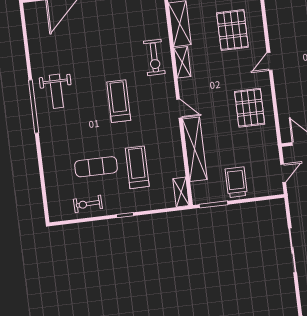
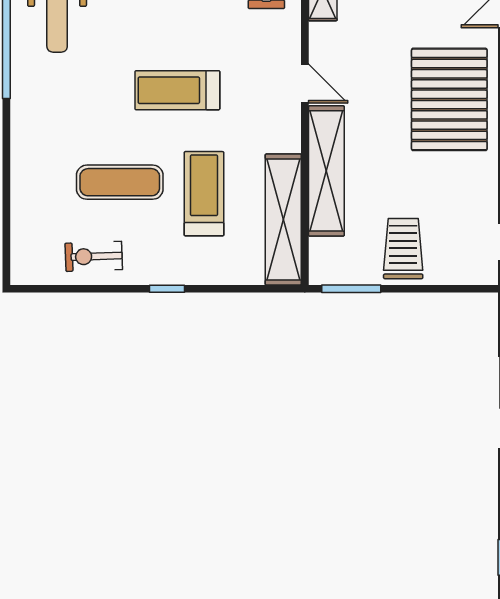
treadmill: (119, 101) -> (177, 90), moved, turned -90
pallet: (250, 108) -> (449, 99), width x1.37, depth x1.41
shelving: (181, 192) -> (283, 219), width x2.20, depth x1.33

